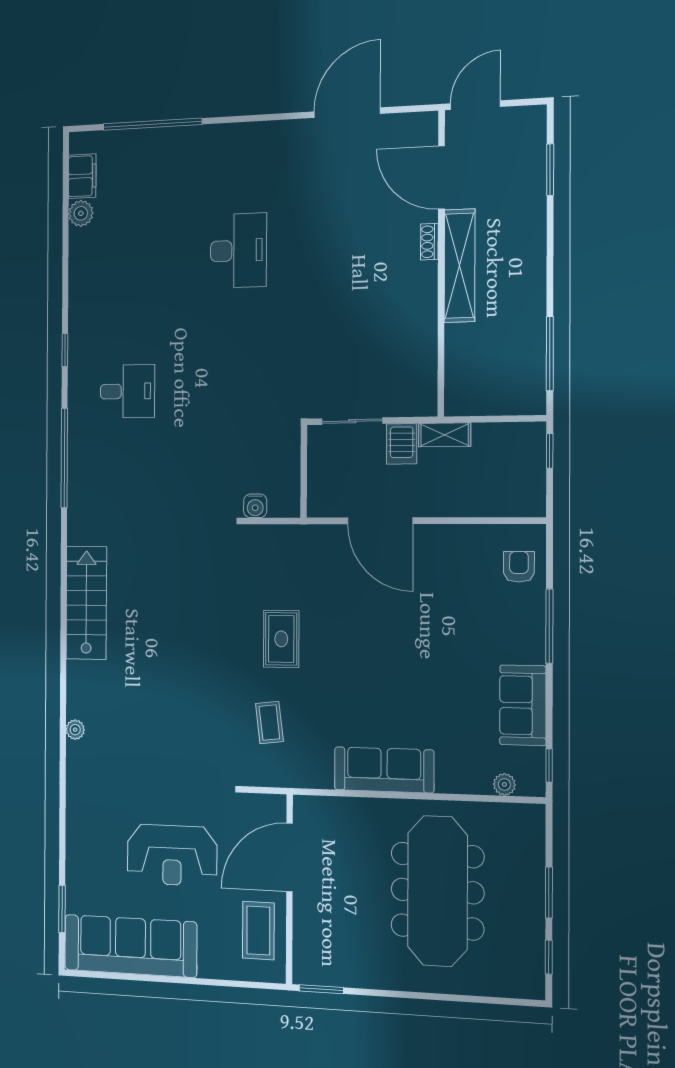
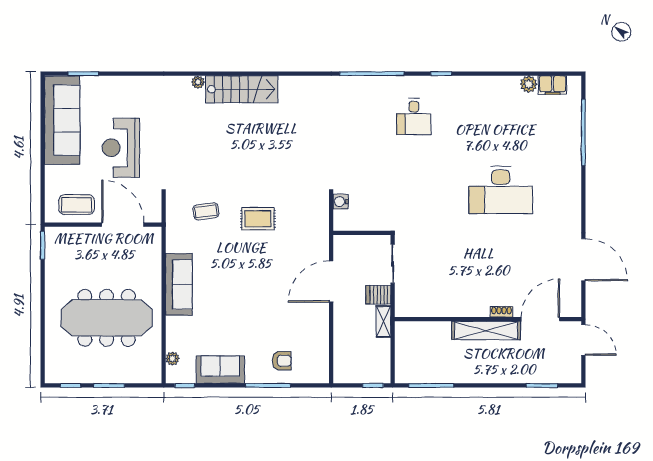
desk: (238, 251) -> (501, 190), width x1.36, depth x1.30
armchair: (519, 567) -> (282, 361), moved
stairs: (86, 603) -> (242, 89), moved

